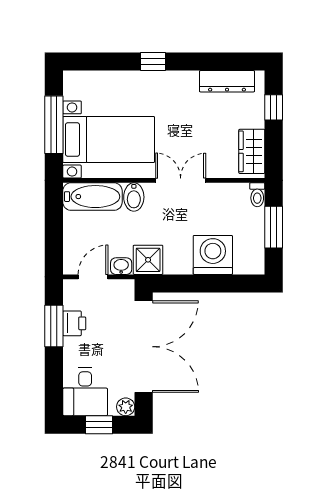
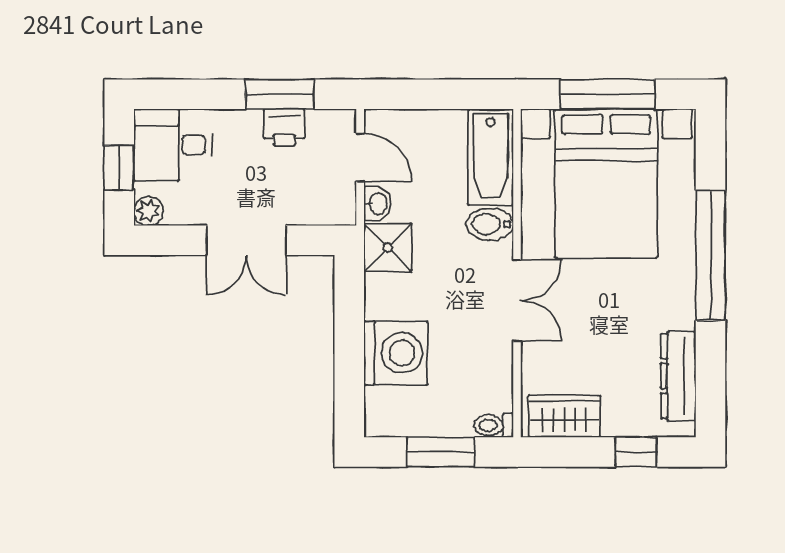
window: (153, 62) -> (711, 255), width x3.17
bed with nightstands: (109, 139) -> (606, 183), width x1.36
double door: (144, 347) -> (246, 240), width x0.54

